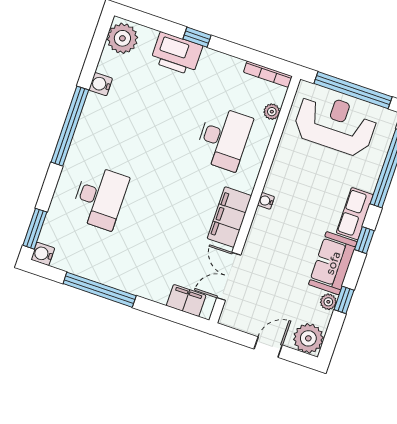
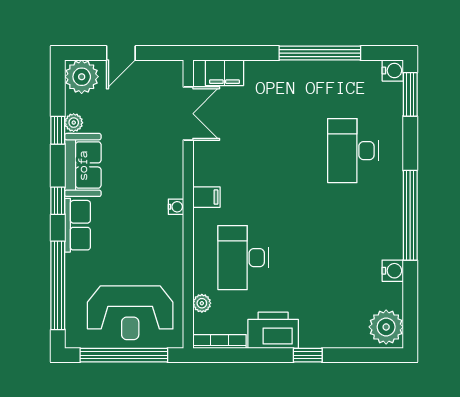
printer: (177, 54) -> (273, 330), moved
filing cabinet: (229, 217) -> (206, 197), width x0.33, depth x0.86

